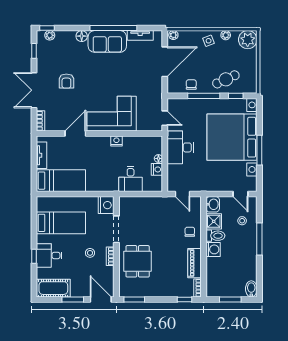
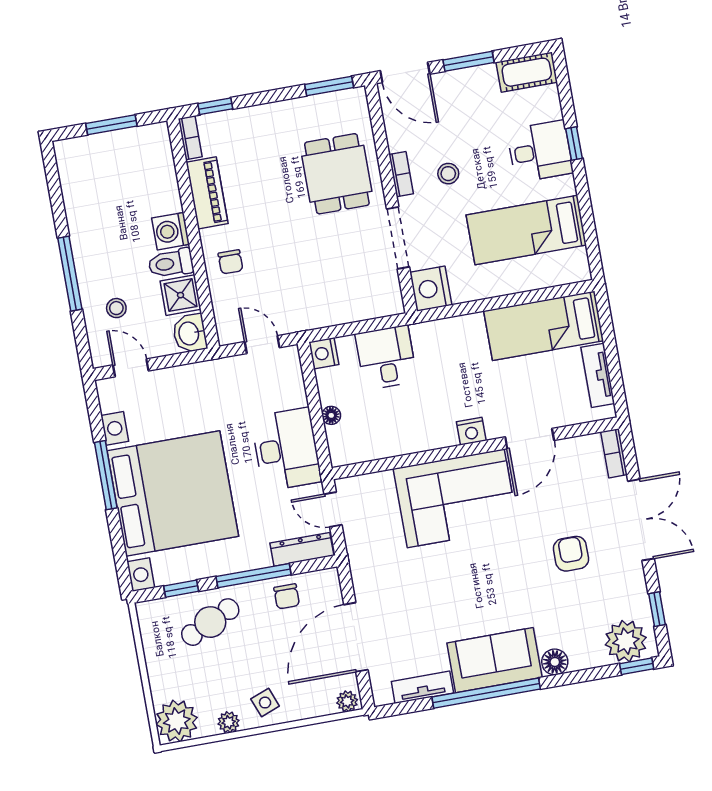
plant: (50, 35) -> (626, 641), width x1.88, depth x1.88
dresser: (181, 103) -> (302, 549), added
nightstand: (116, 141) -> (471, 431), moved
nightstand: (157, 169) -> (324, 353), moved
cot: (53, 288) -> (527, 72), width x0.73, depth x0.75
bidet: (251, 289) -> (68, 157), removed

